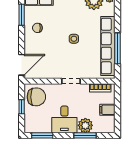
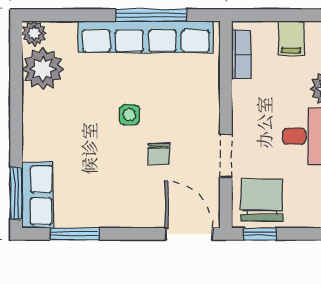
chair: (37, 28) -> (159, 154), moved
doorway: (71, 81) -> (226, 156), moved
window: (22, 107) -> (260, 234), moved

